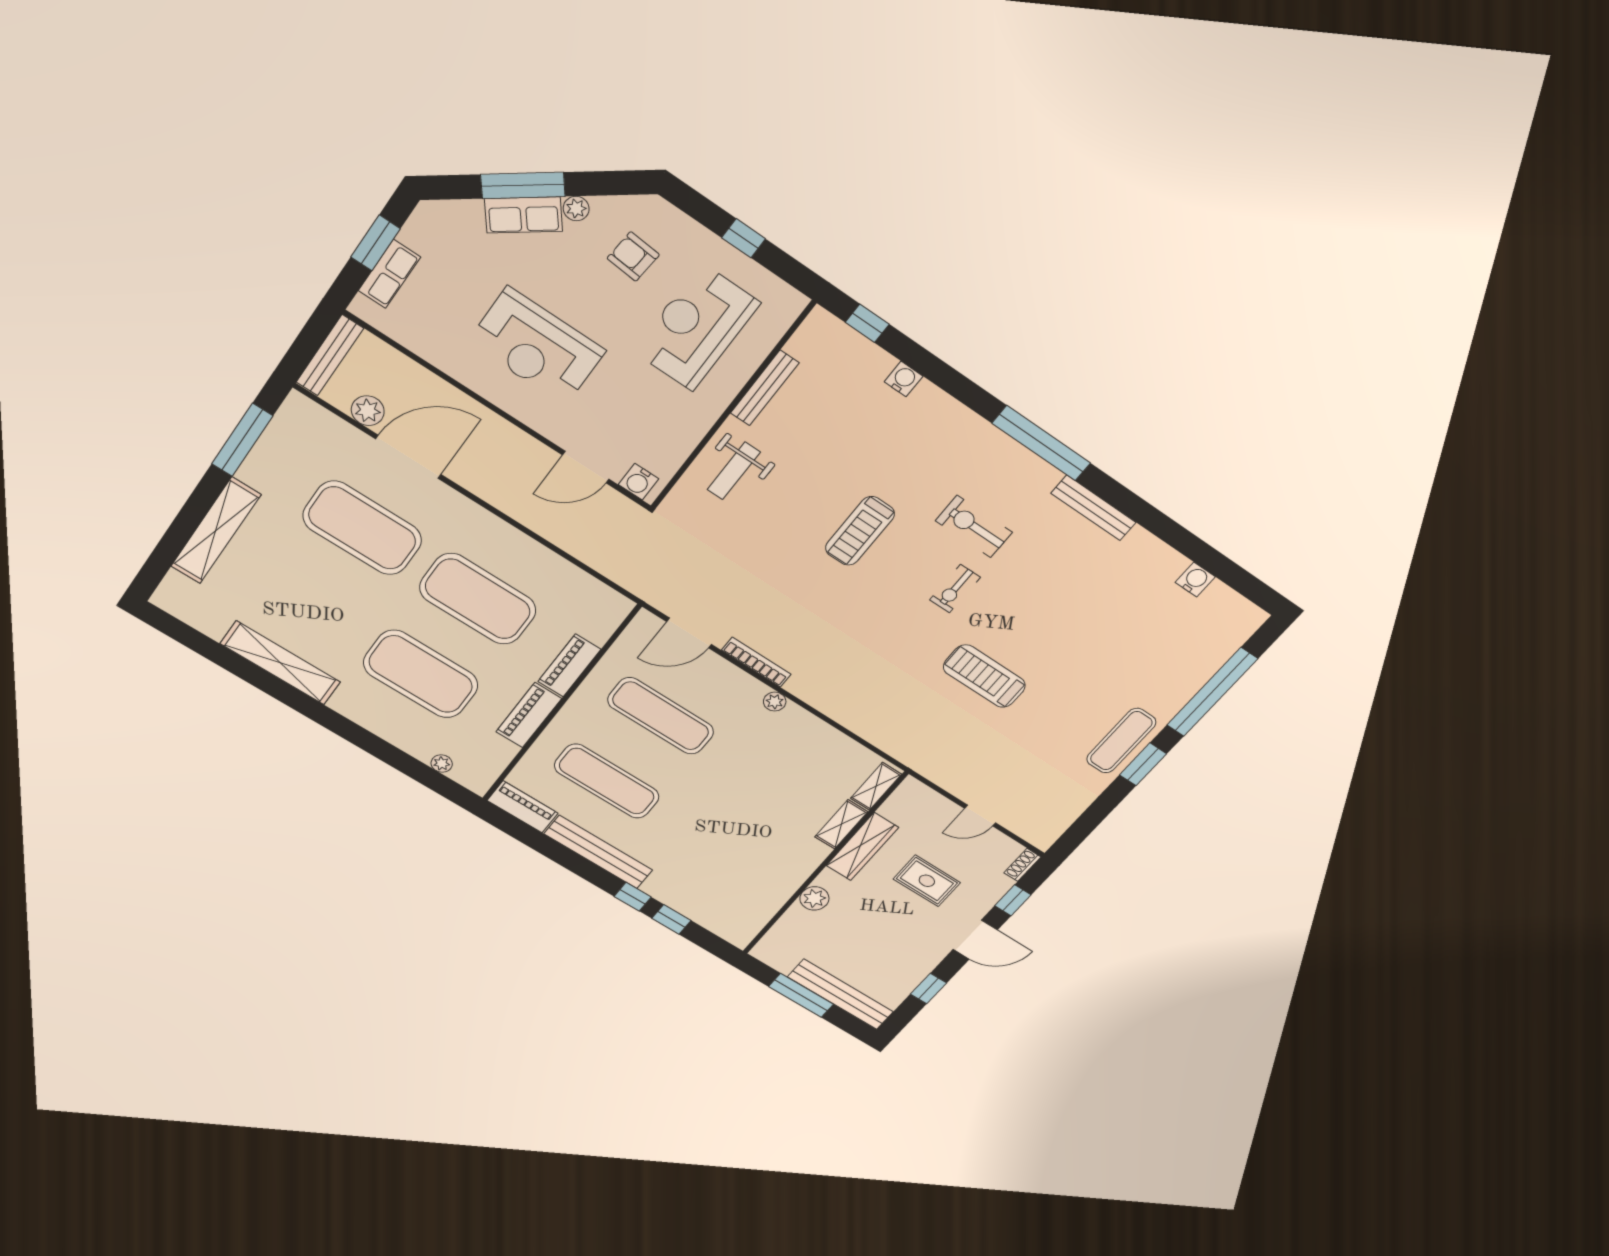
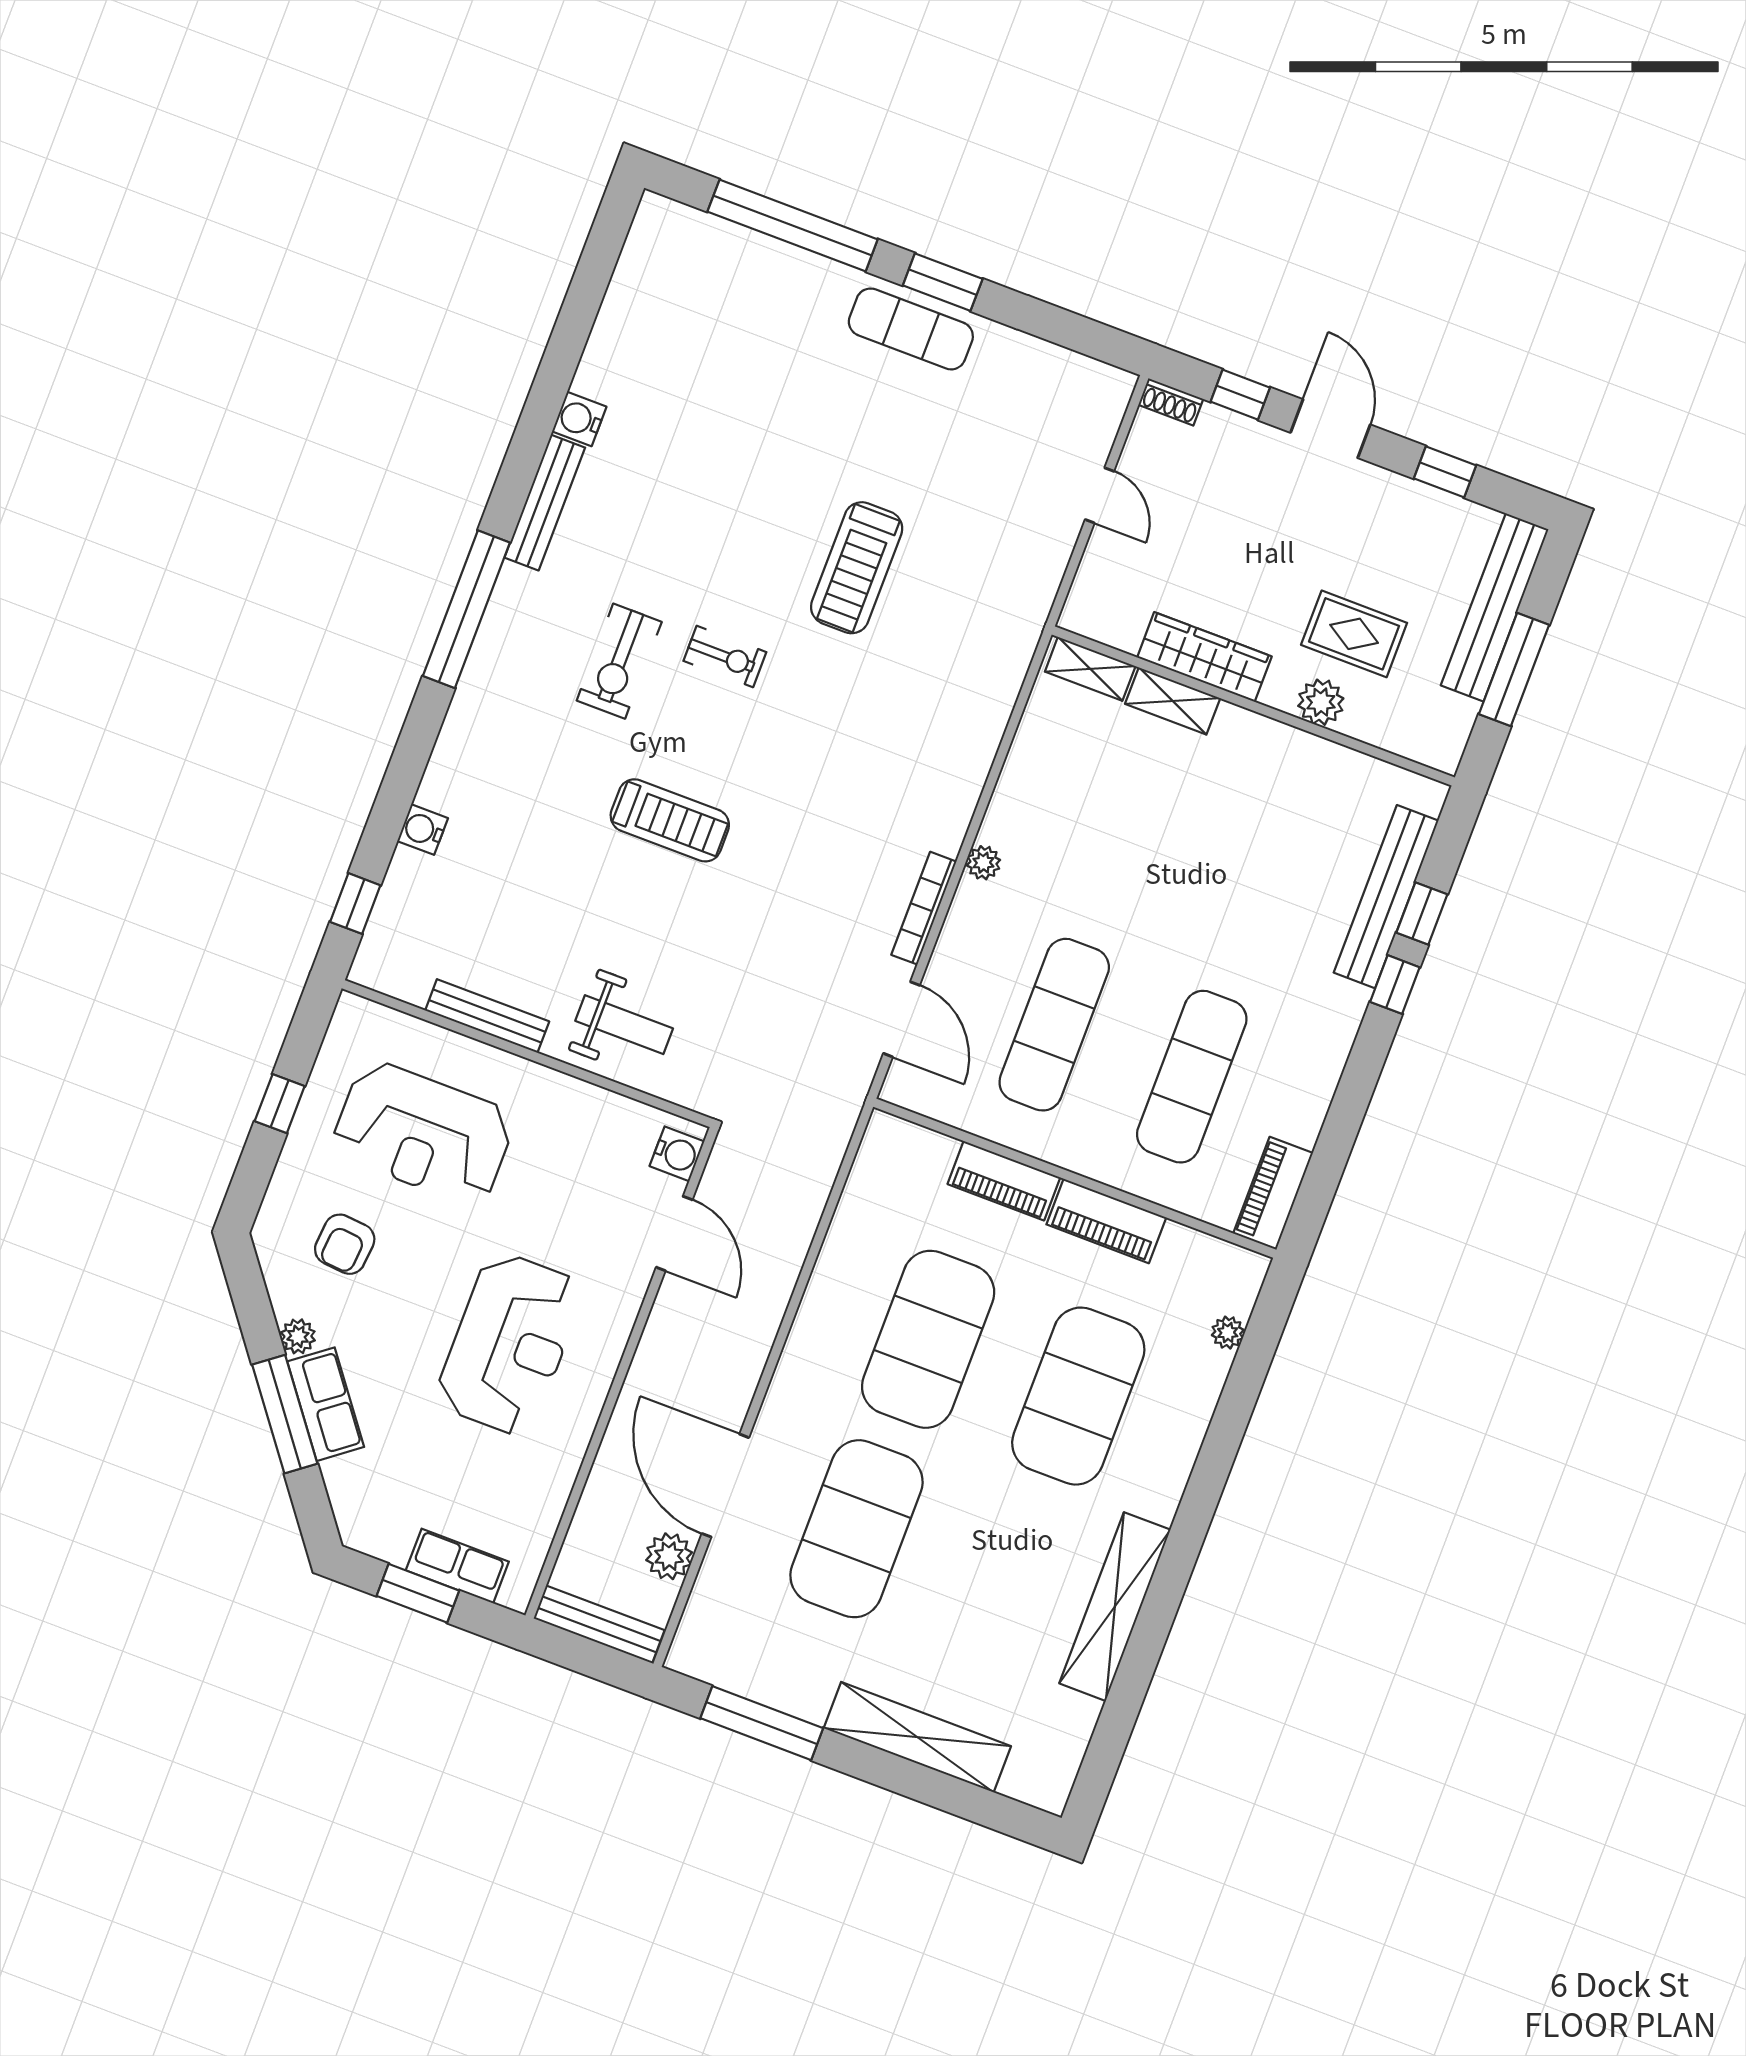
water cooler: (1195, 580) -> (579, 419), moved
bench: (598, 852) -> (1386, 897), moved
rug: (927, 881) -> (1354, 634), moved, turned 90

